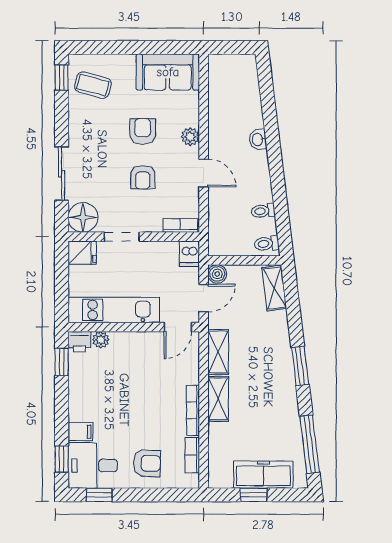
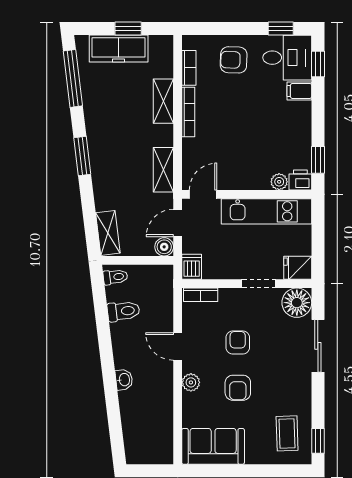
coffee table: (93, 85) -> (287, 433), turned 73
toilet: (263, 211) -> (123, 311), width x1.37, depth x1.39
shelving: (218, 399) -> (163, 101), moved

